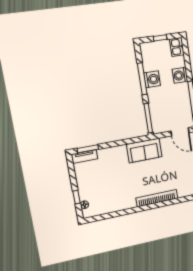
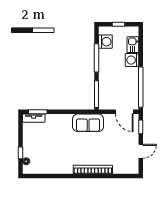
kitchen sink: (177, 47) -> (133, 45), moved
washing machine: (152, 79) -> (105, 42), moved

